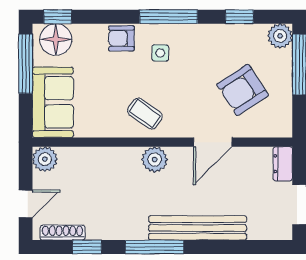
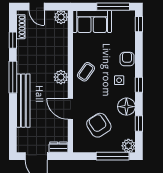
window: (169, 17) -> (139, 85), width x0.46
floor lamp: (56, 39) -> (126, 107), moved

